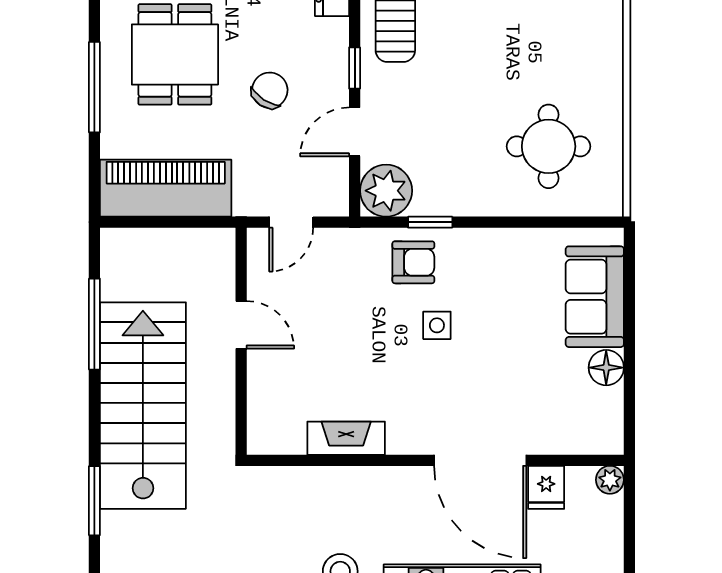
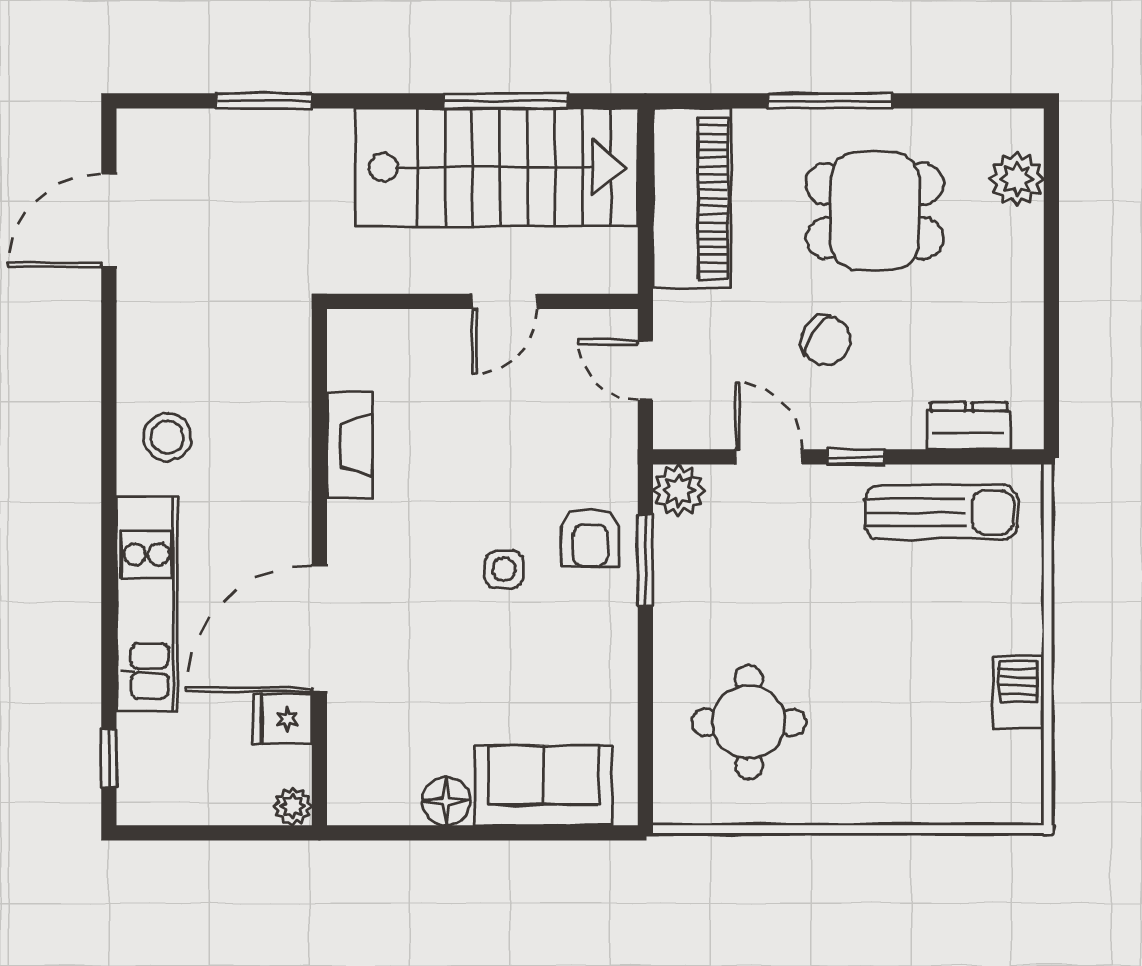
plant: (386, 191) -> (679, 490), width x0.73, depth x0.73
window: (430, 222) -> (645, 560), width x1.50
stairs: (143, 406) -> (497, 167), moved

